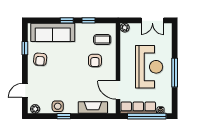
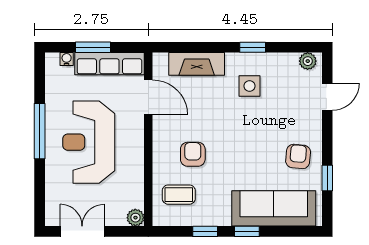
side table: (58, 106) -> (250, 86), moved
window: (147, 116) -> (93, 47), width x0.47

